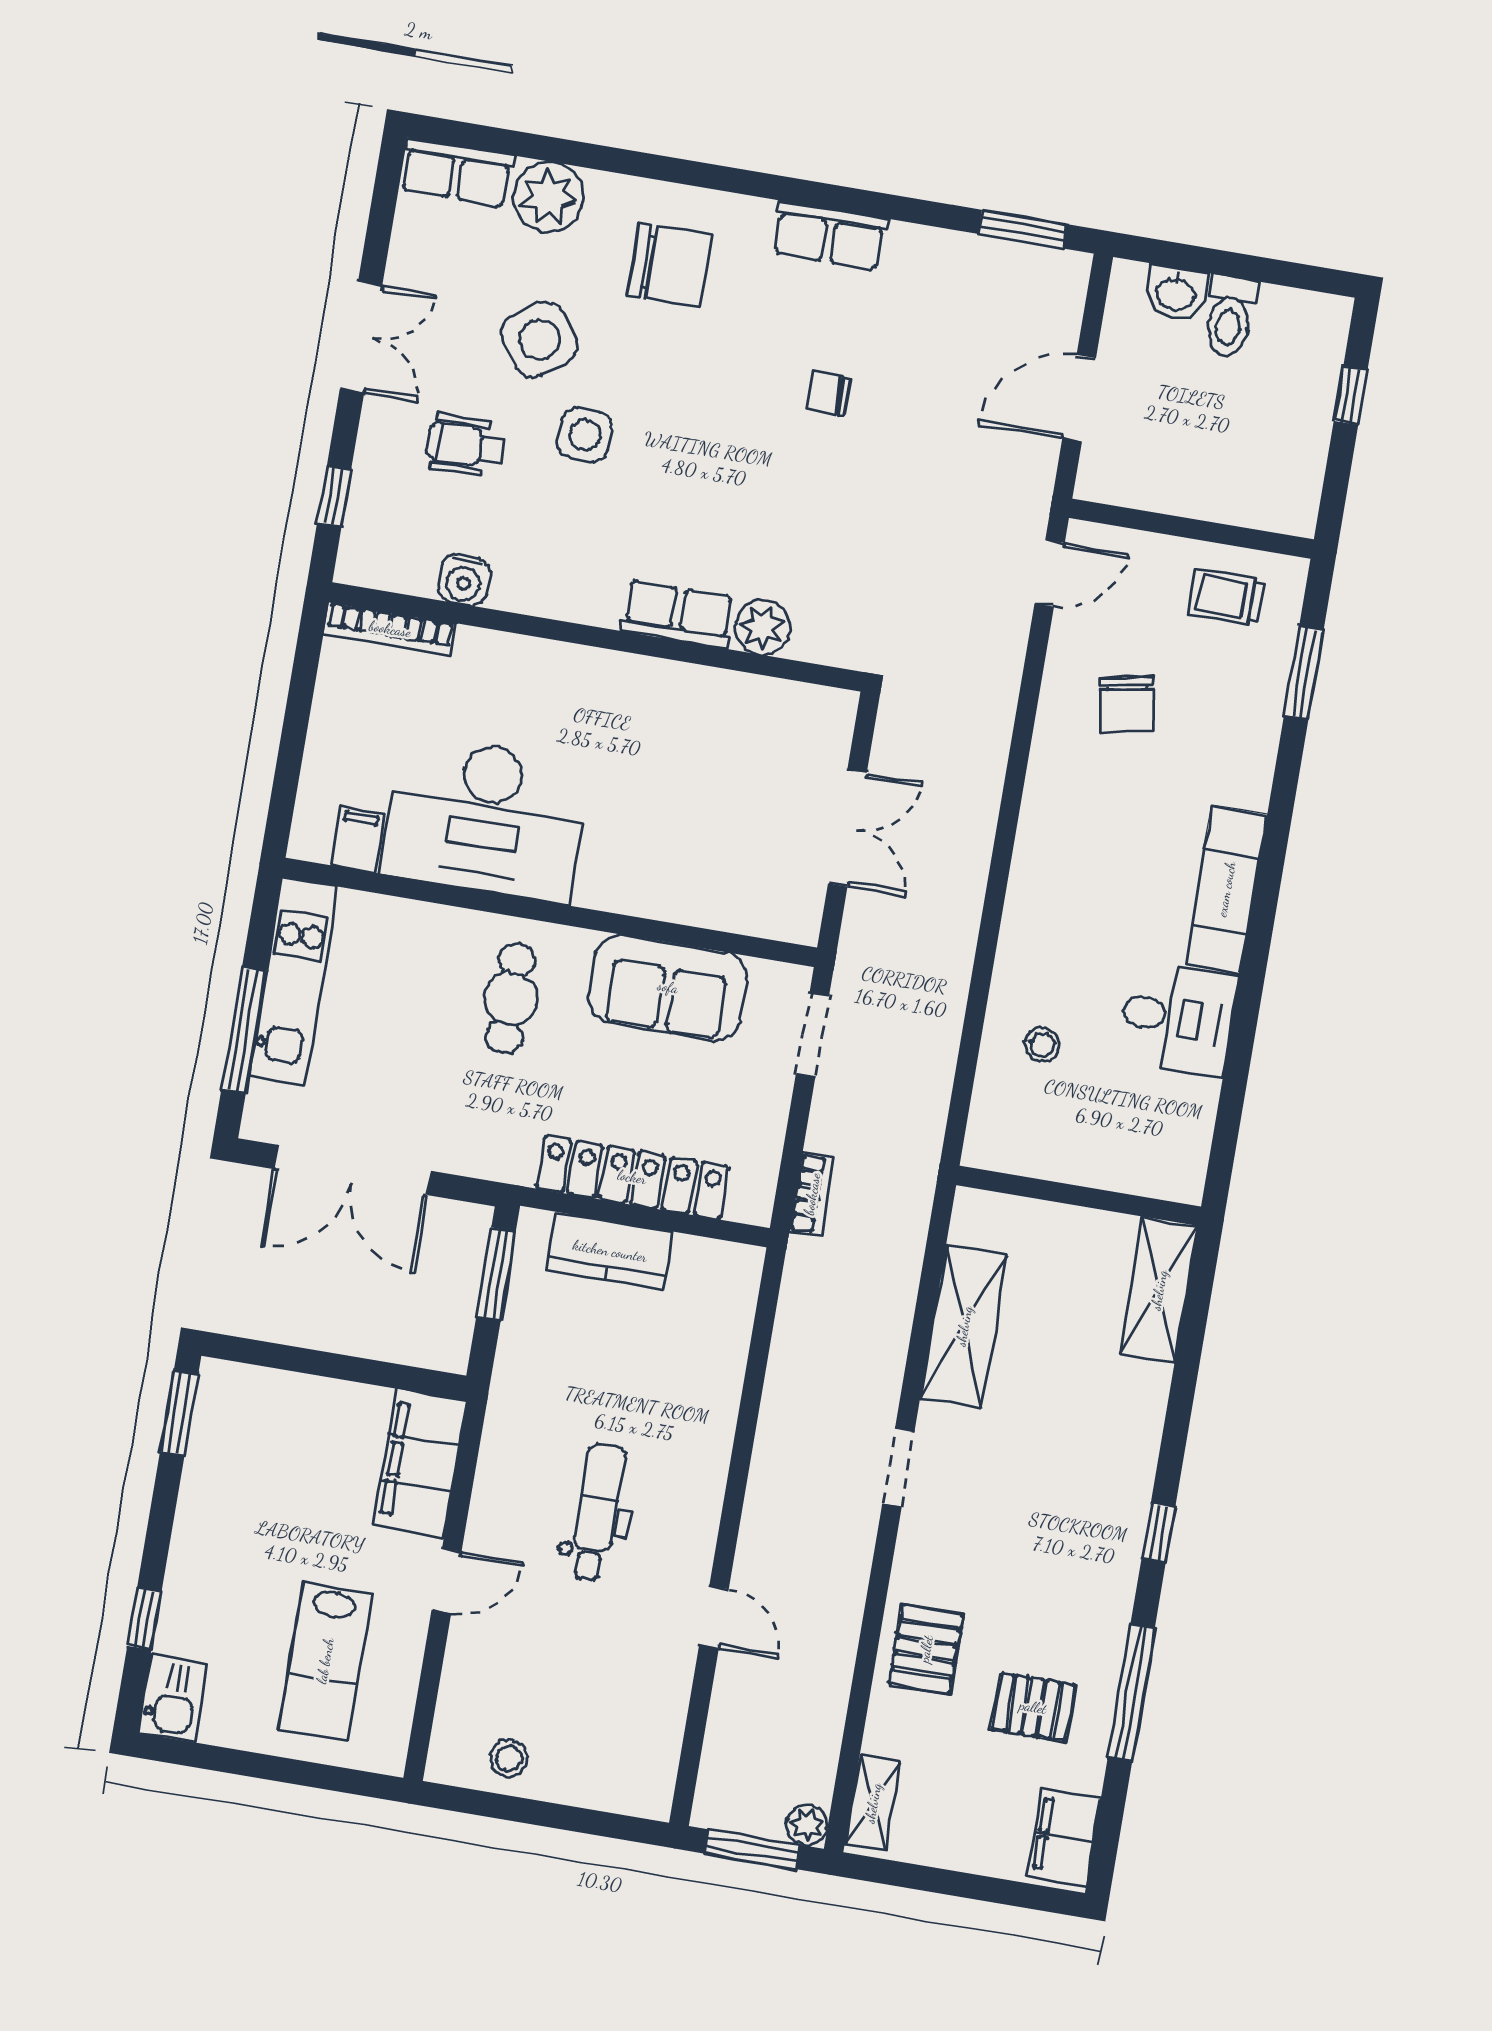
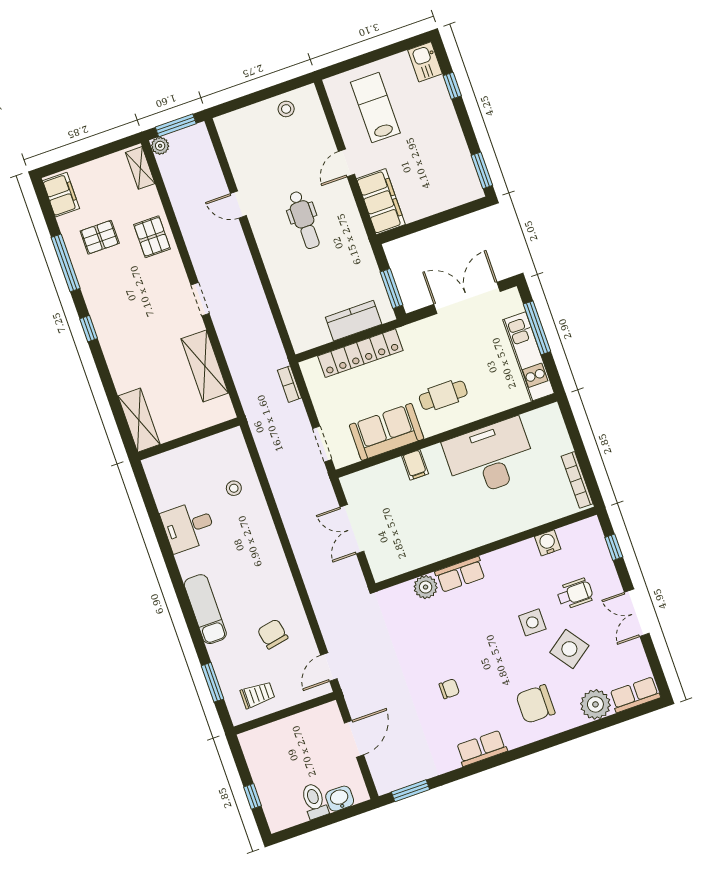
bookcase: (390, 629) -> (577, 480), moved, turned -90
filing cabinet: (358, 839) -> (415, 465), moved
exam couch: (1226, 889) -> (205, 609), moved
cafe table: (511, 998) -> (443, 395), turned 90

